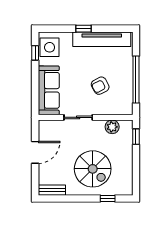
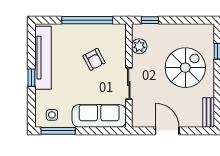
side table: (50, 47) -> (52, 115), width x0.54, depth x0.54
window: (35, 53) -> (58, 131), width x2.17

